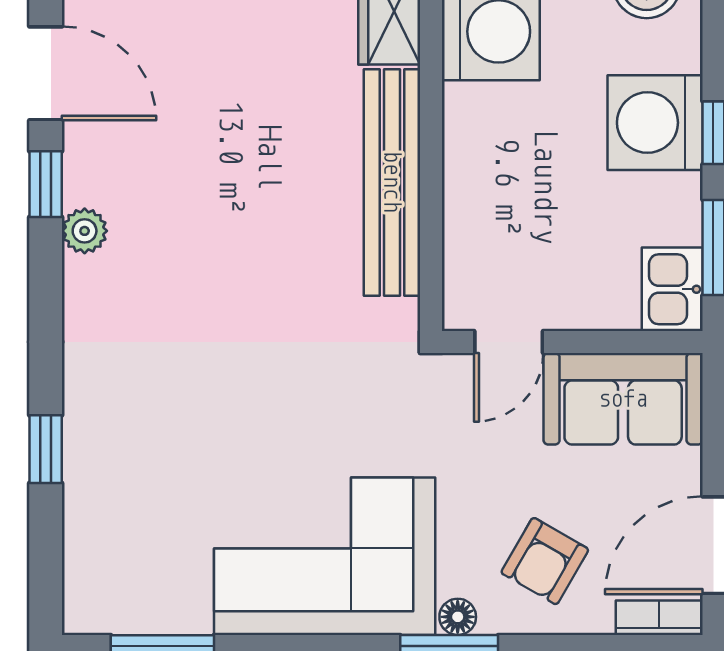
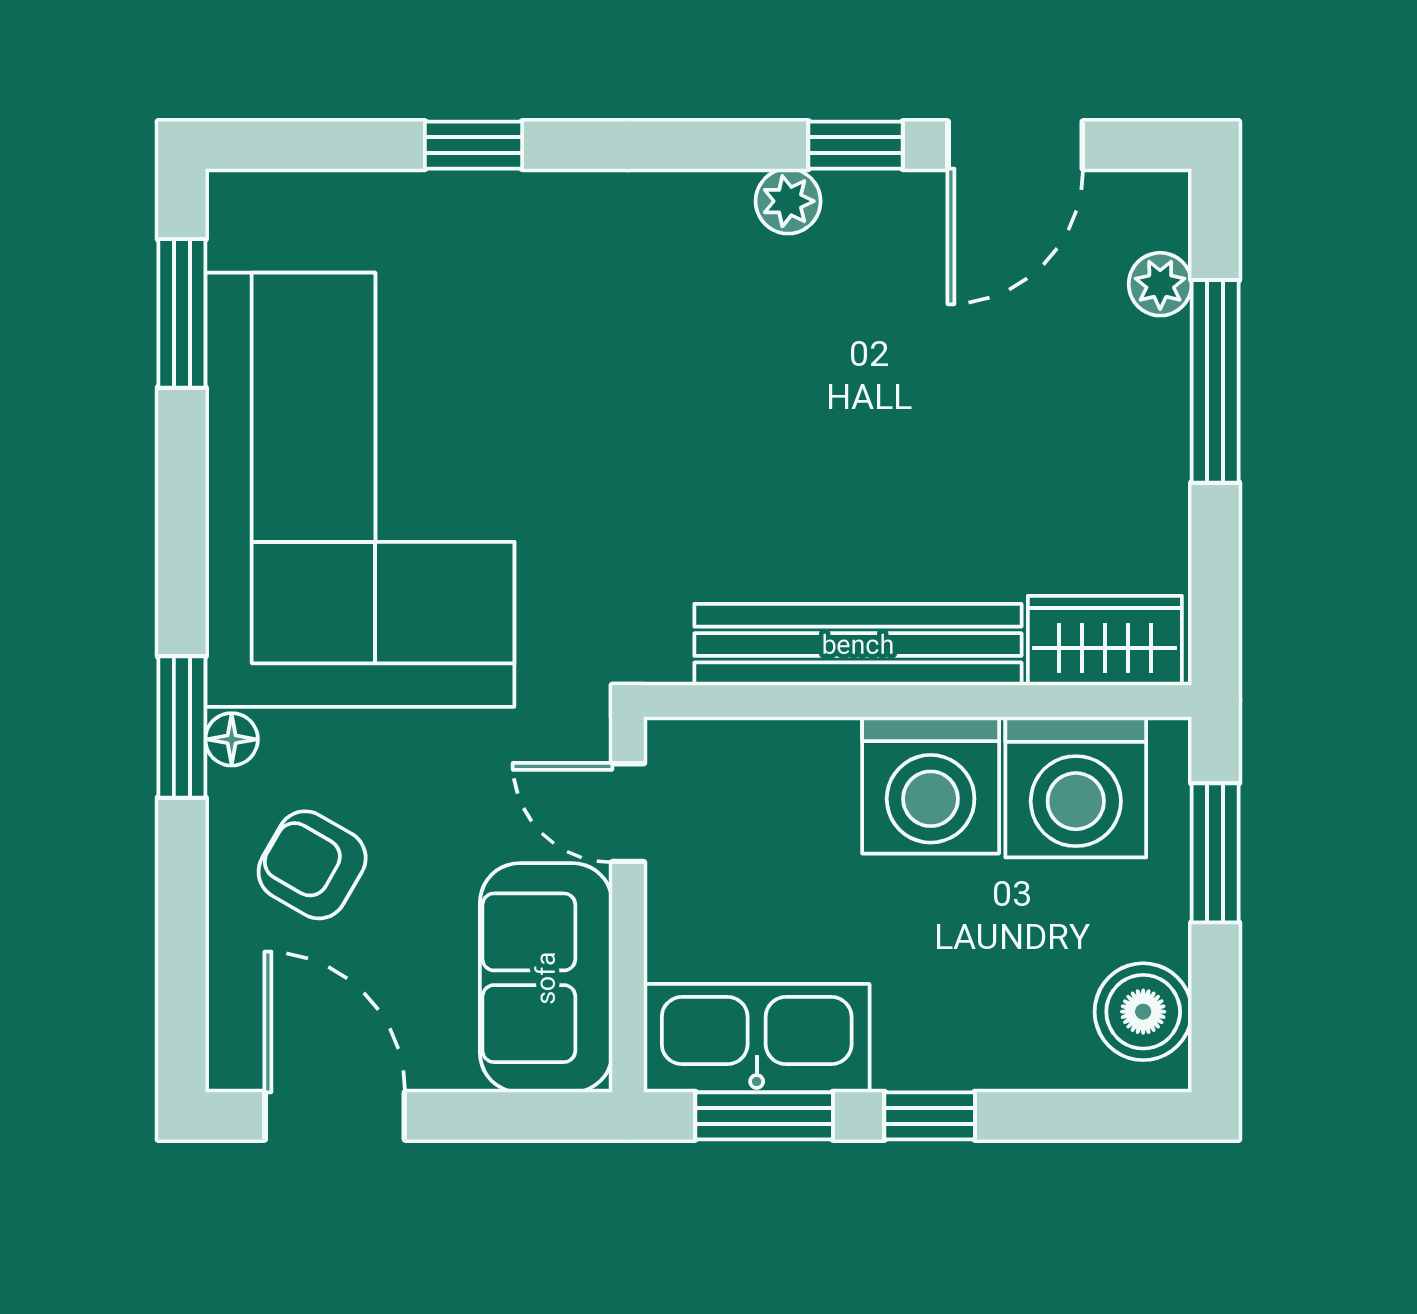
washing machine: (655, 123) -> (931, 785), moved, turned 180
kitchen sink: (672, 289) -> (757, 1038), width x1.87, depth x1.24
corner sofa: (325, 556) -> (360, 490), width x1.36, depth x1.36
bookcase: (659, 618) -> (230, 1030), removed

